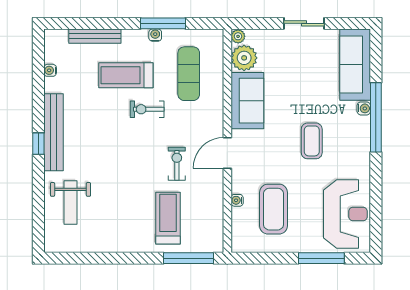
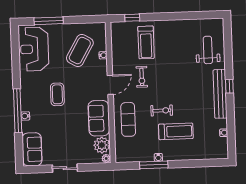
bench: (95, 36) -> (196, 155), removed
sofa: (355, 65) -> (32, 149), width x0.73
exercise mat: (189, 74) -> (128, 119), moved
coffee table: (273, 209) -> (80, 51), turned 30
window: (188, 258) -> (132, 18), width x0.46

